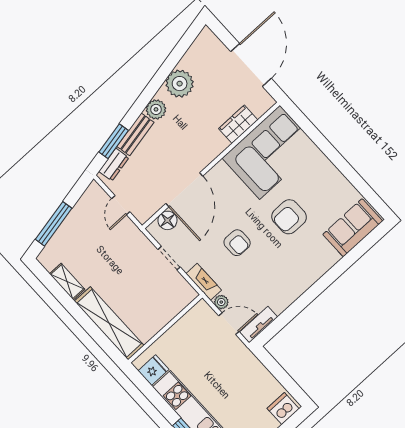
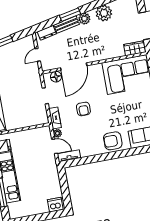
wardrobe: (238, 124) -> (135, 48), moved
window: (114, 141) -> (70, 15), moved
armchair: (289, 217) -> (113, 141), moved

